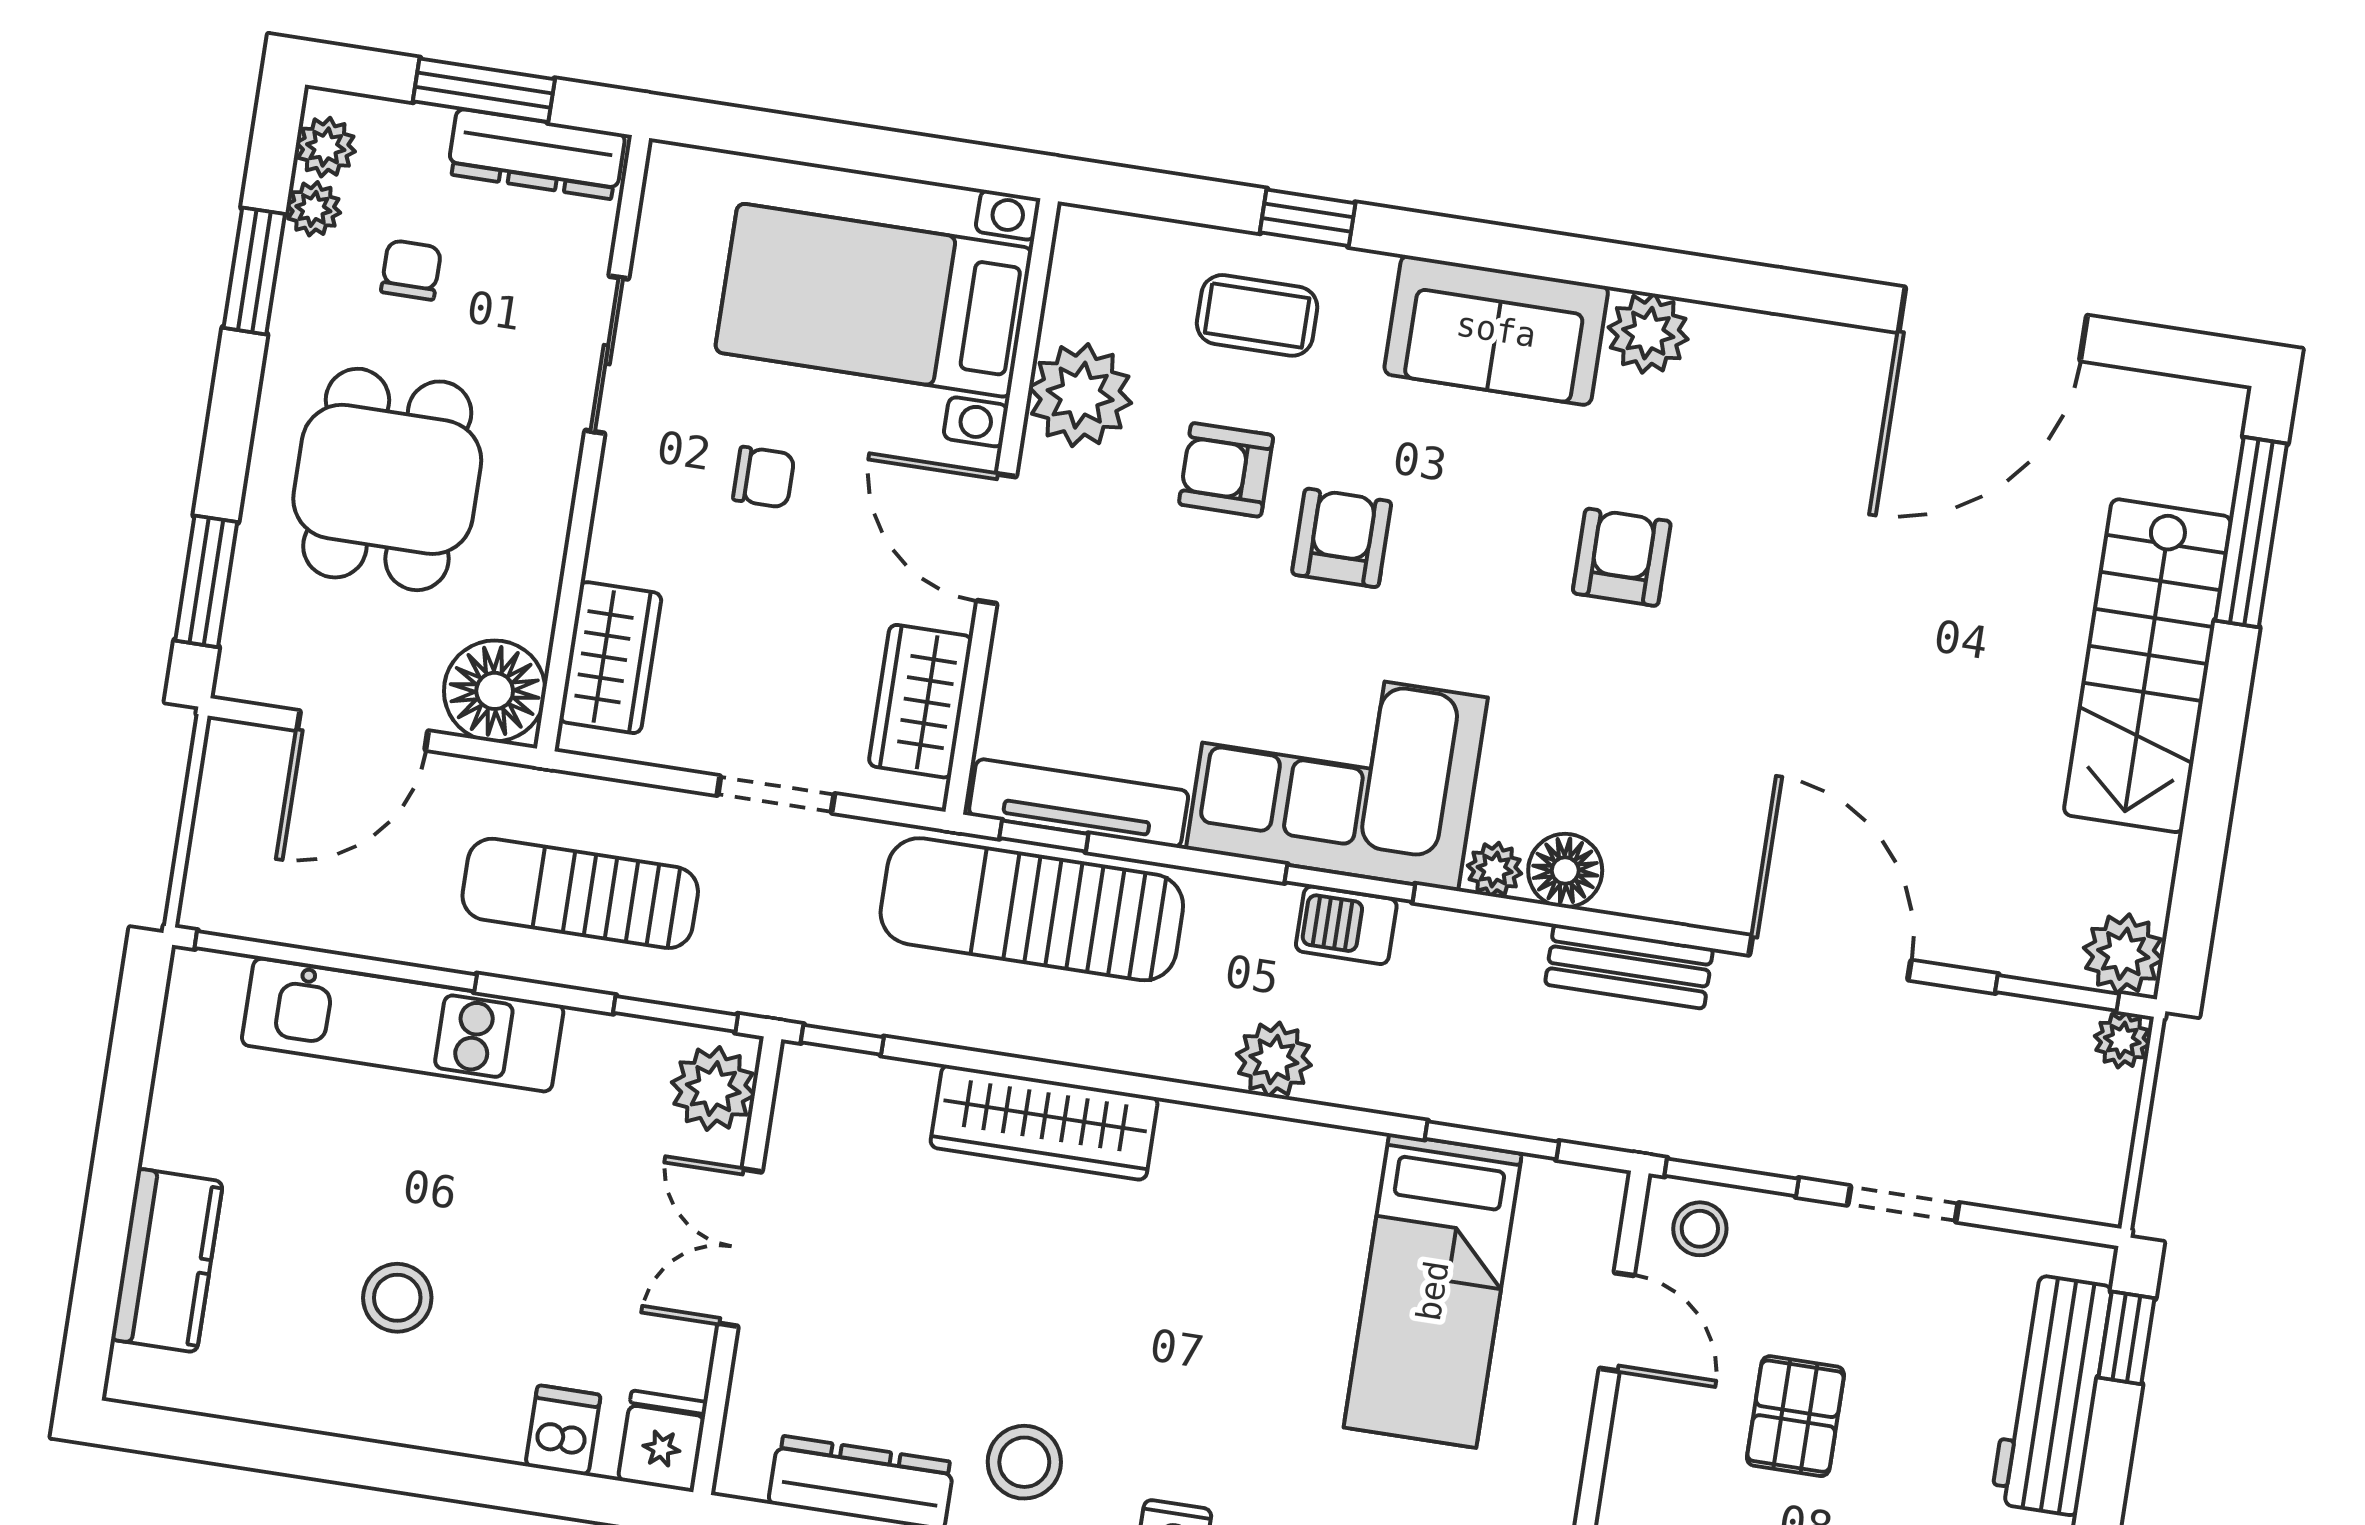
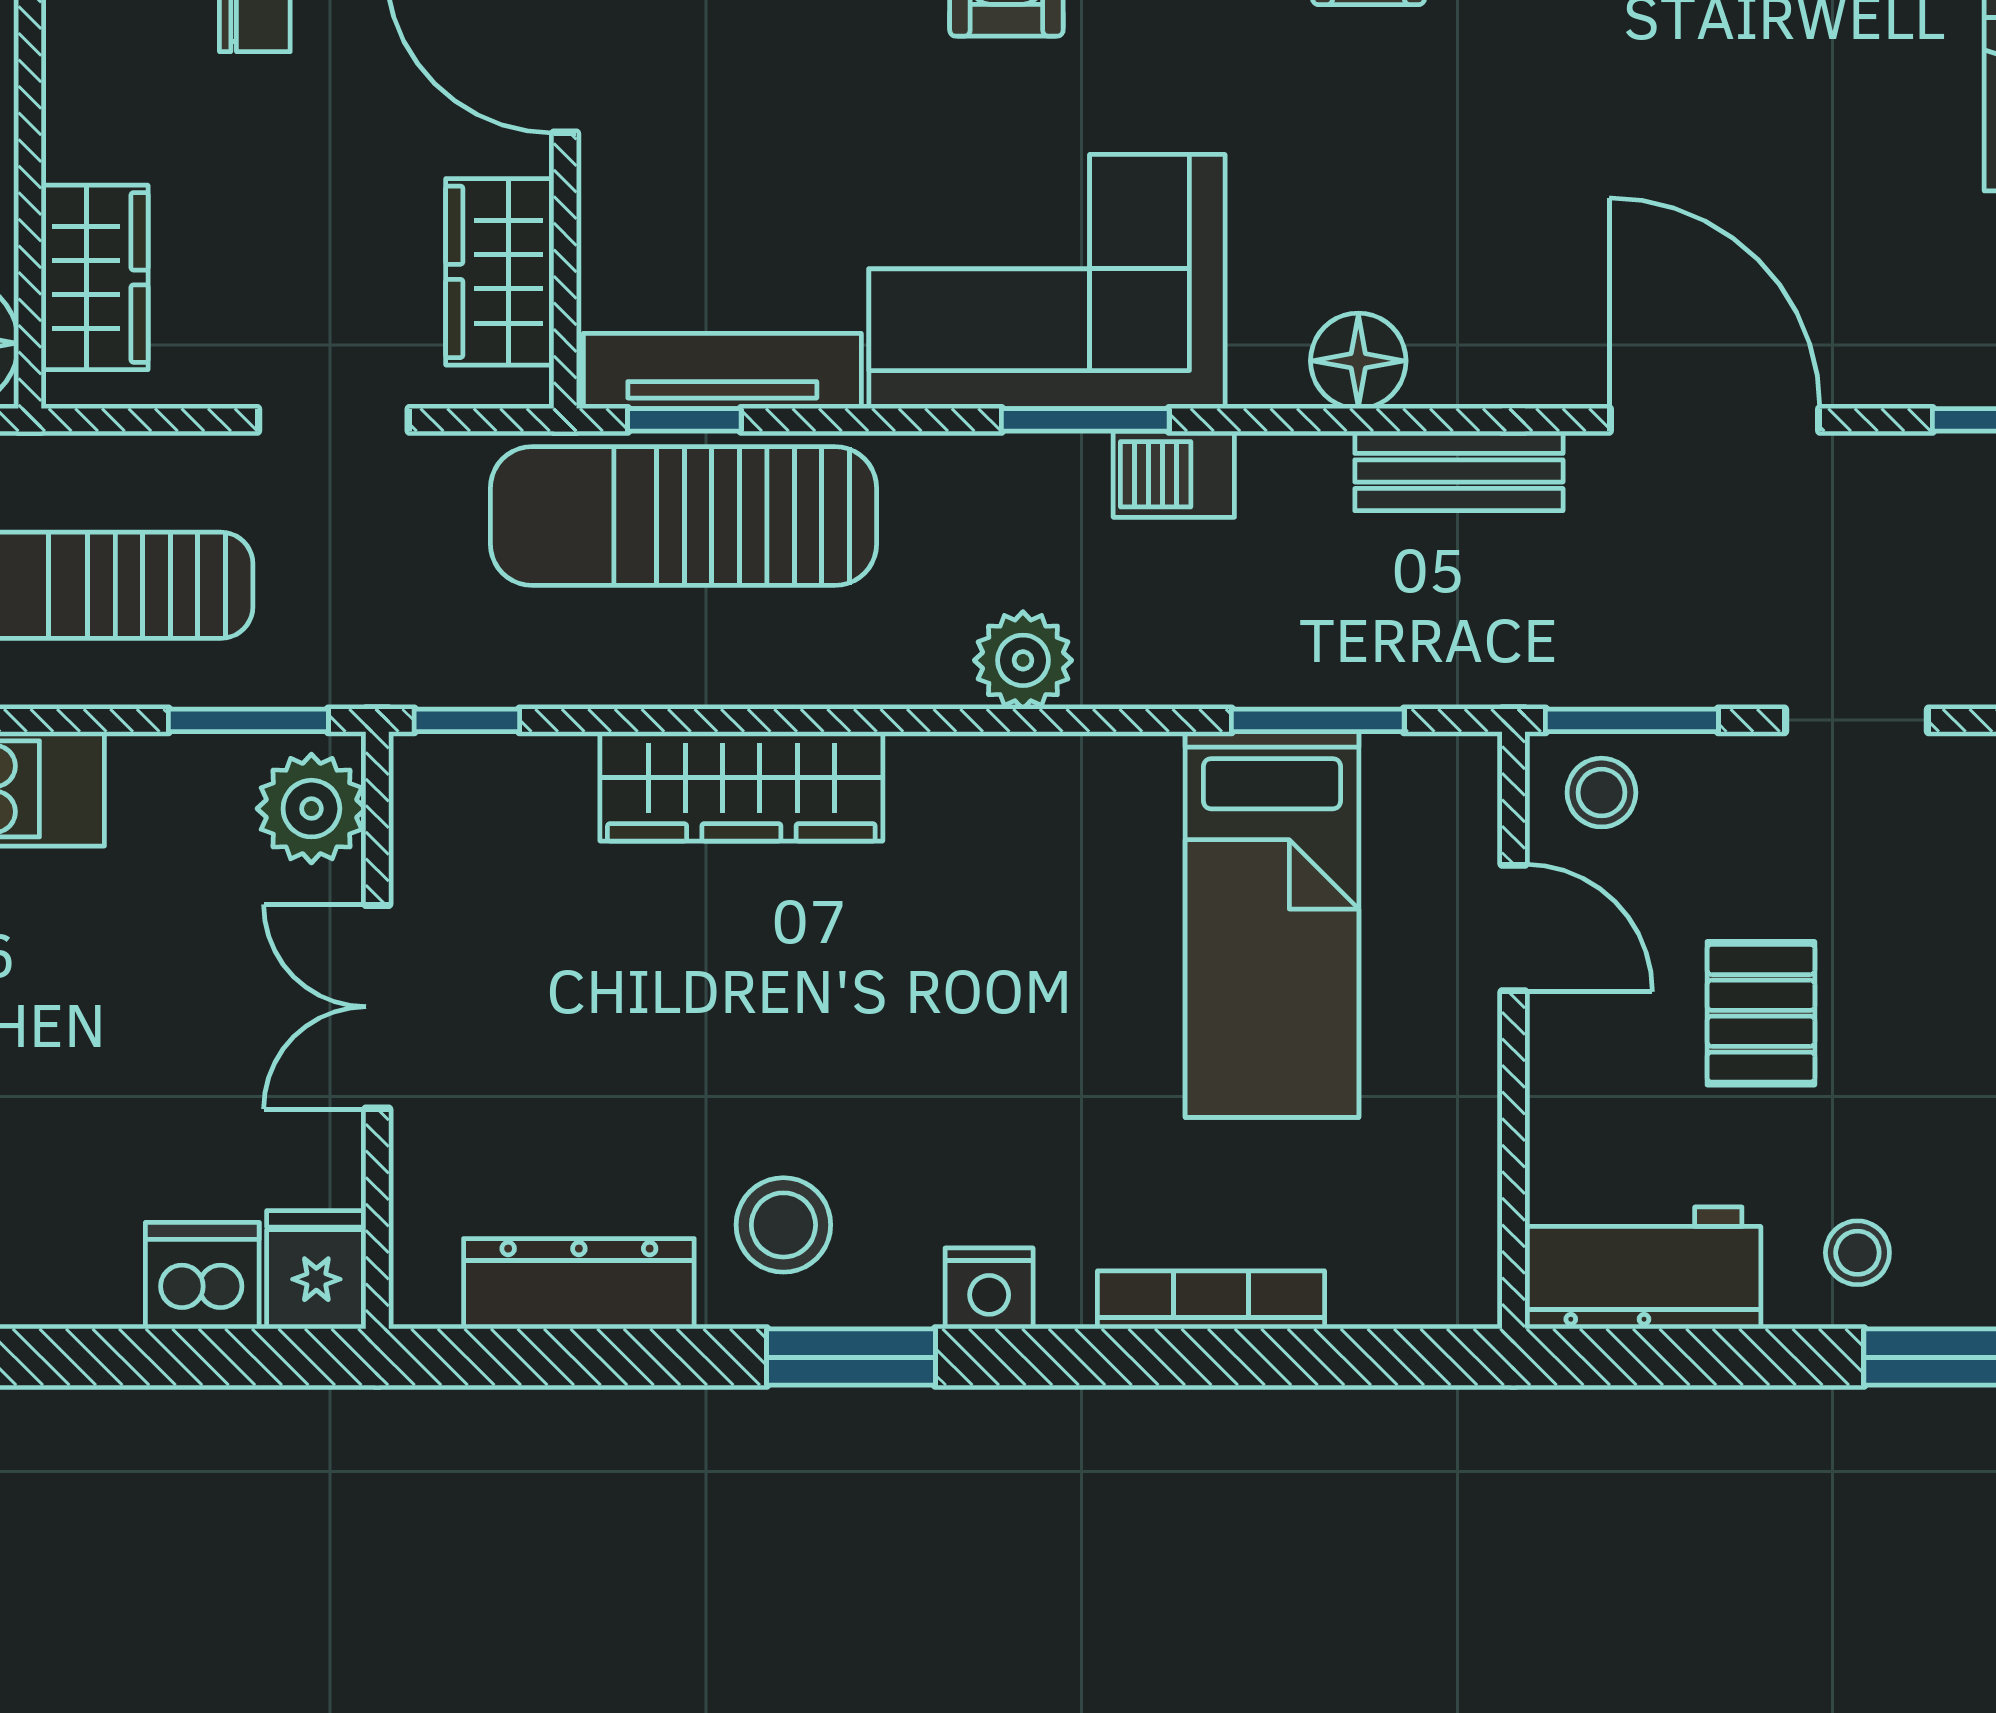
plant: (1495, 869) -> (1268, 373), removed
barbecue: (1346, 925) -> (1174, 474), moved
dishwasher: (563, 1430) -> (202, 1276), width x1.38

